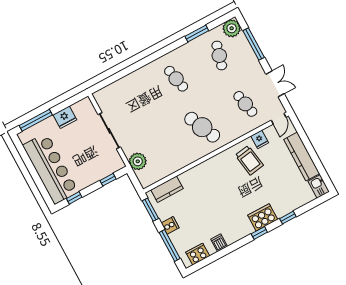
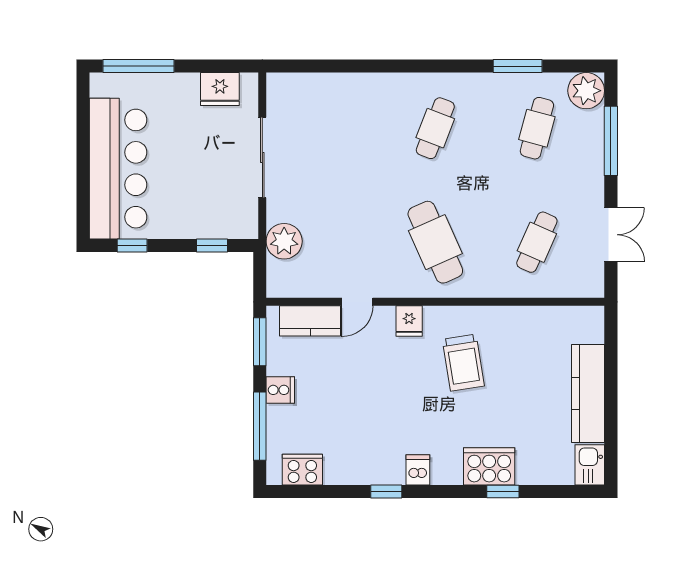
cafe table: (176, 79) -> (435, 128), turned 33
cafe table: (245, 104) -> (537, 242), turned 36
fridge: (65, 117) -> (220, 89), moved
door: (279, 119) -> (357, 302), moved
fridge: (260, 139) -> (409, 321), moved
trolley: (249, 160) -> (463, 363), moved
cooker: (263, 217) -> (489, 466), moved
window: (259, 233) -> (386, 491), moved
dishwasher: (219, 243) -> (418, 470), moved

